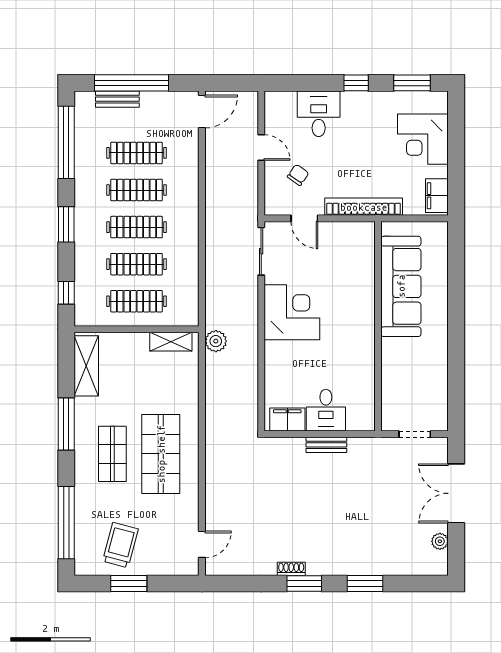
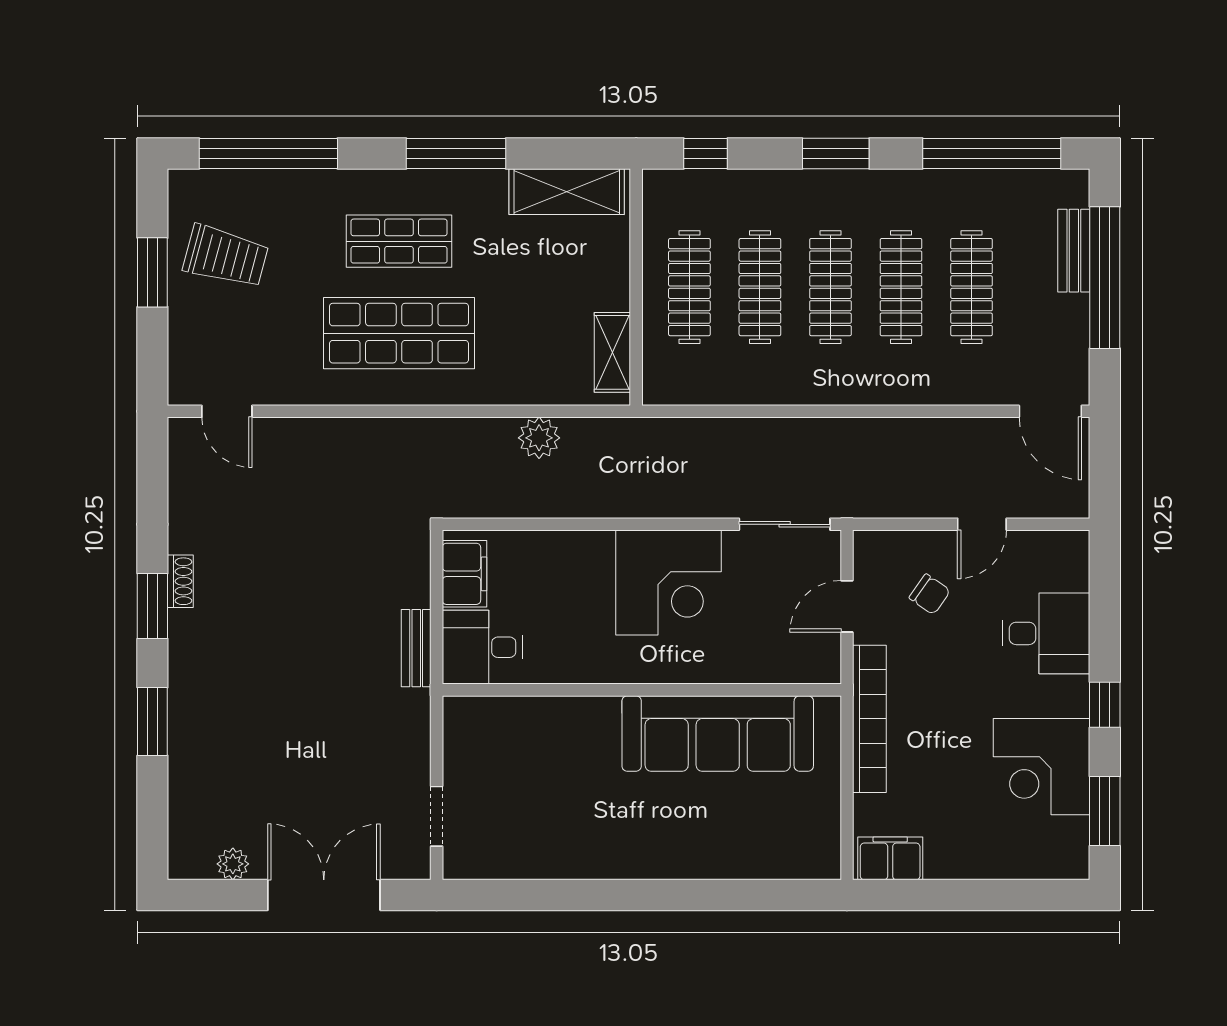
corner desk: (423, 139) -> (1042, 767), moved, turned -90
sofa: (401, 286) -> (718, 734), moved
wall: (378, 326) -> (642, 690), moved
plant: (216, 341) -> (539, 438), moved

